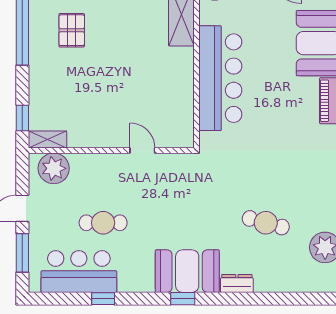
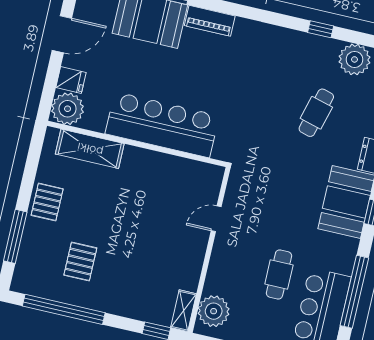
pallet: (72, 30) -> (80, 262), turned 90
window: (103, 299) -> (354, 292), width x3.17

